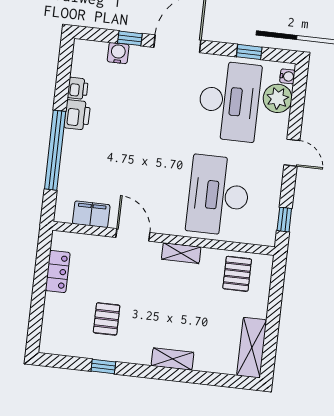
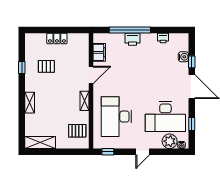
printer: (77, 115) -> (133, 39), moved
desk: (218, 195) -> (116, 117), turned -90
locker: (58, 272) -> (57, 39), moved

